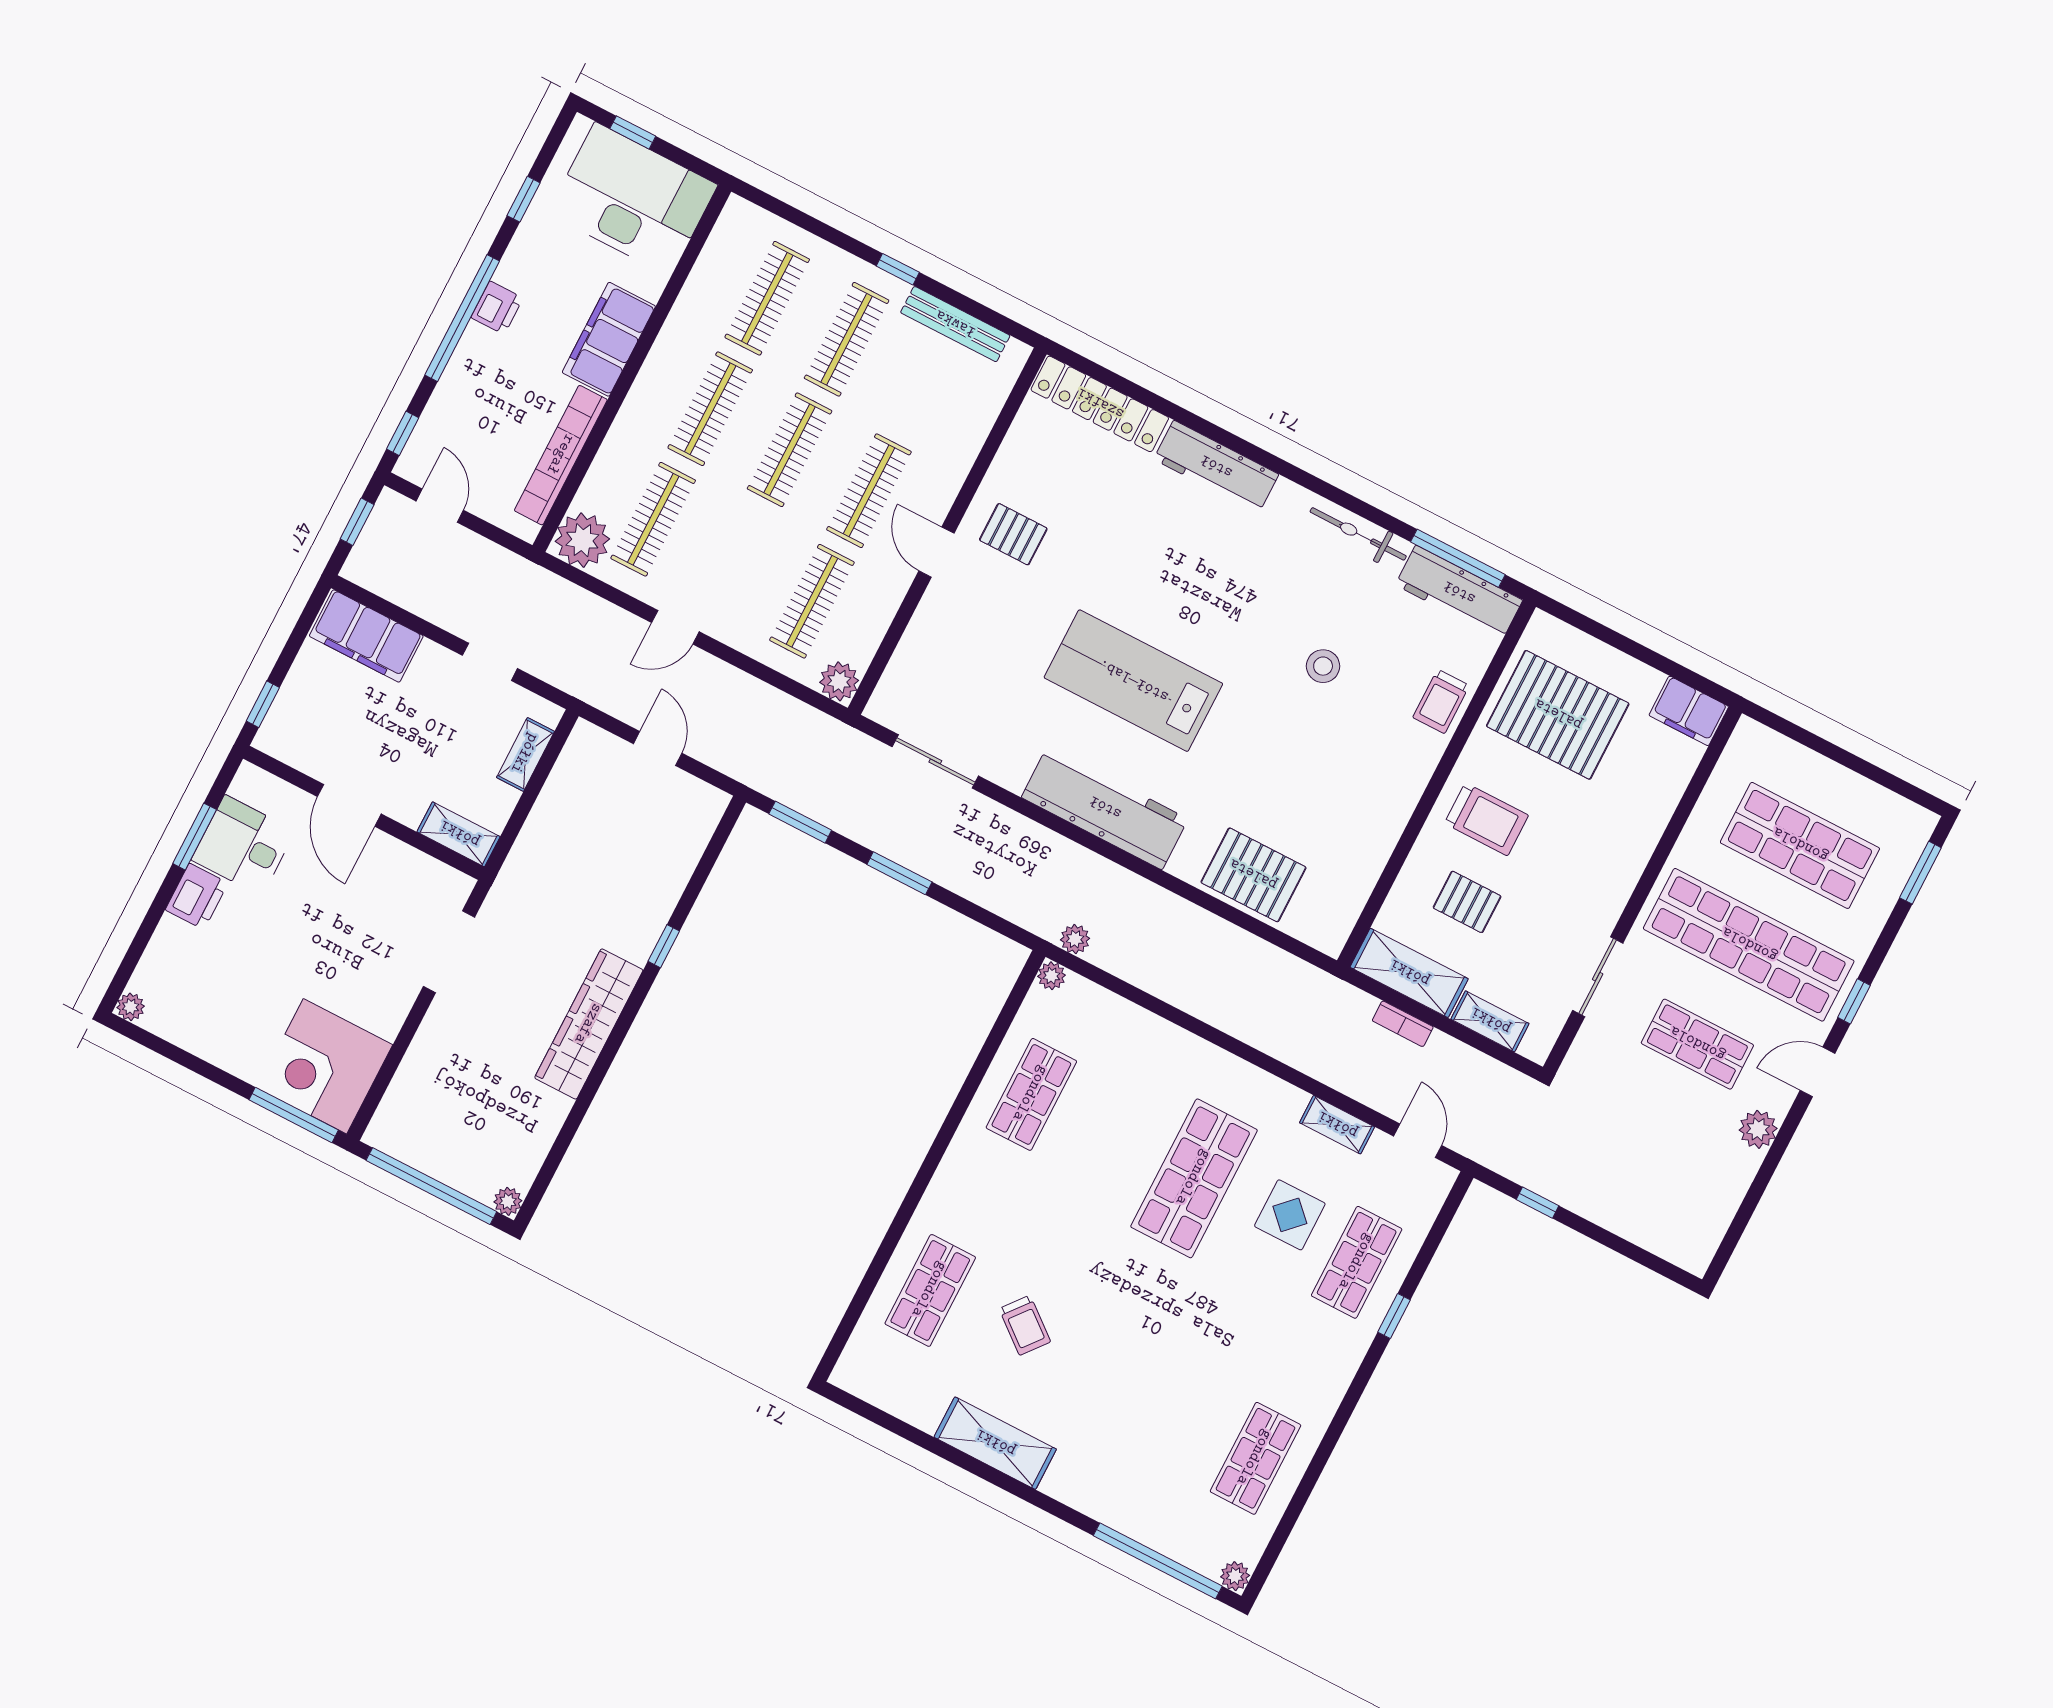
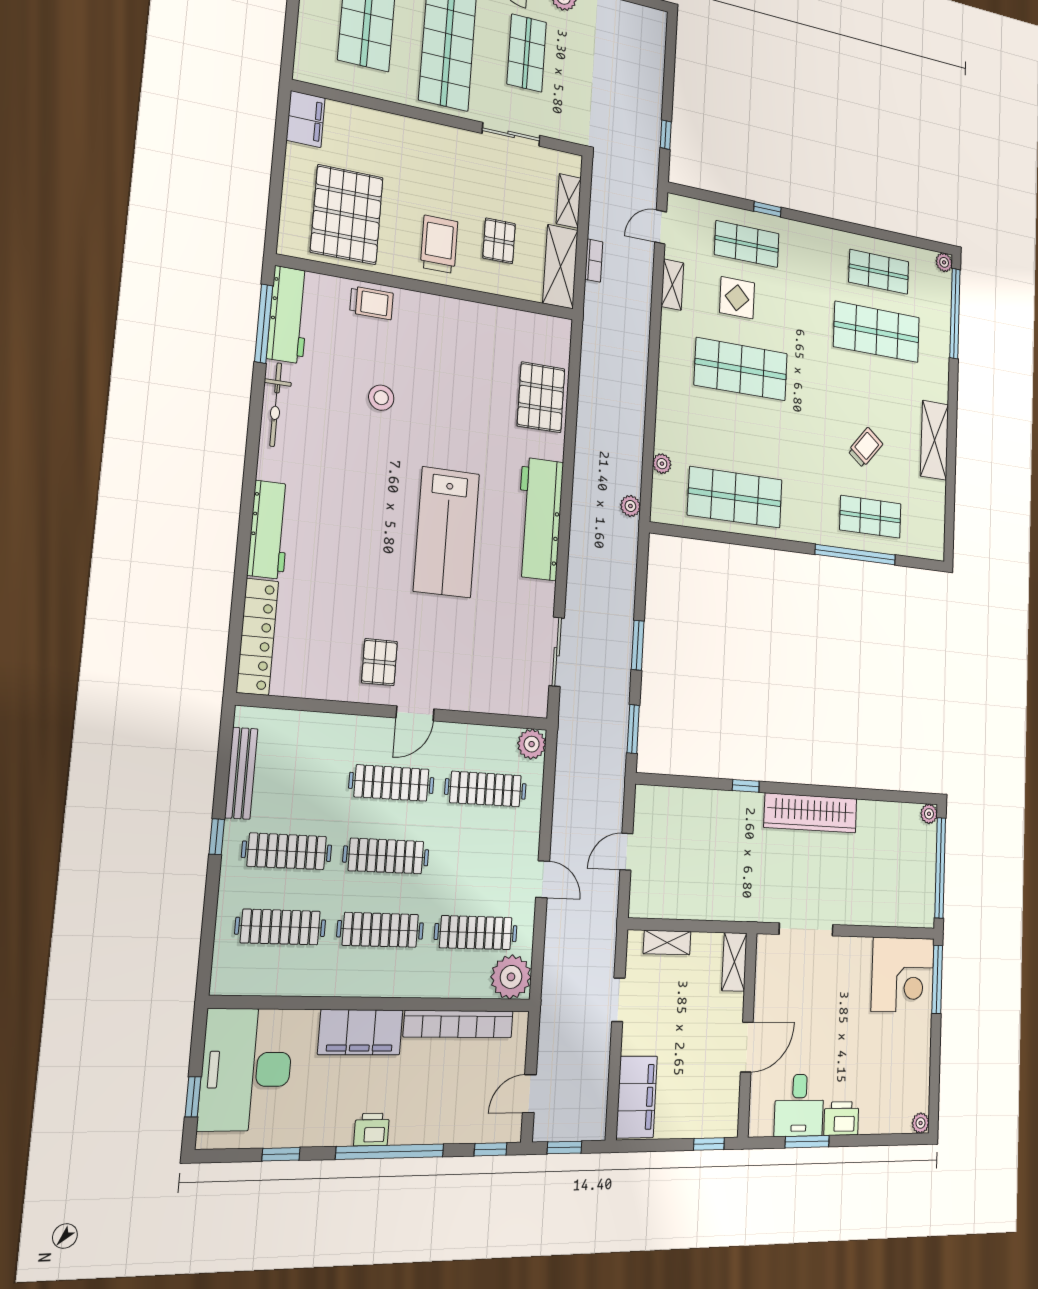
plant: (1052, 976) -> (662, 464), moved
shop shelf: (1031, 1094) -> (735, 497), width x1.43, depth x1.36
window: (889, 1244) -> (855, 555), added
shop shelf: (1174, 1416) -> (877, 332), added

